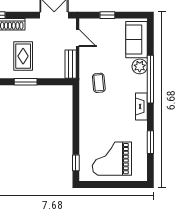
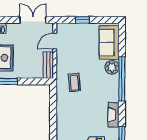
door: (78, 38) -> (55, 41), swing flipped
fireplace: (141, 106) -> (114, 115), moved

